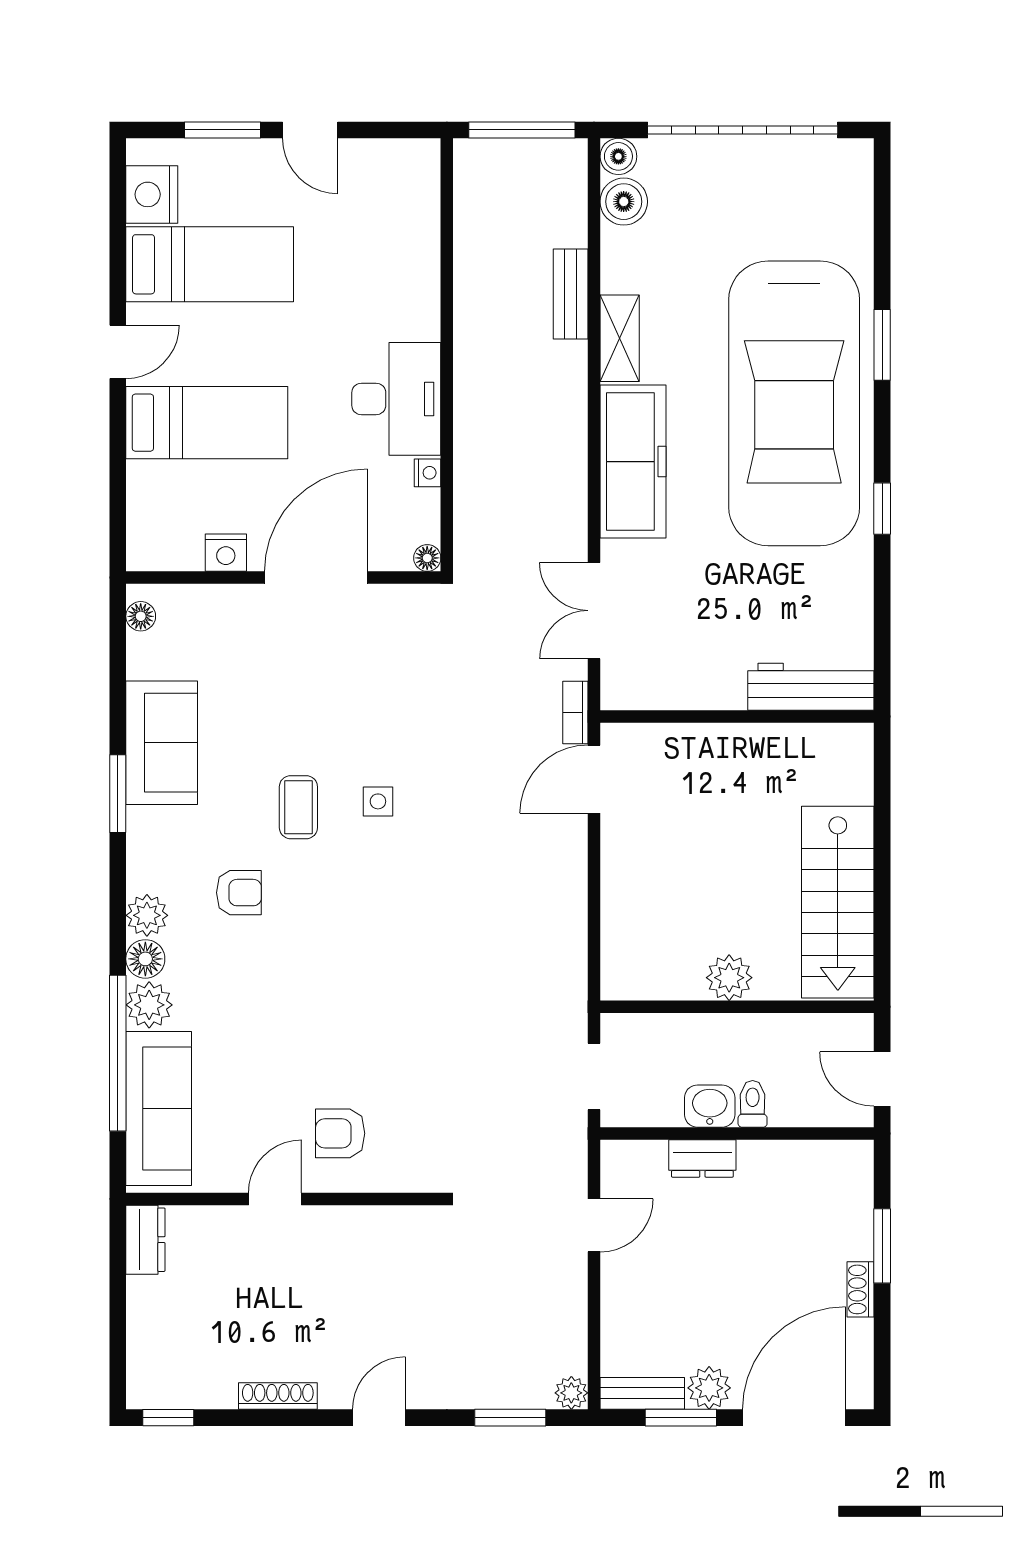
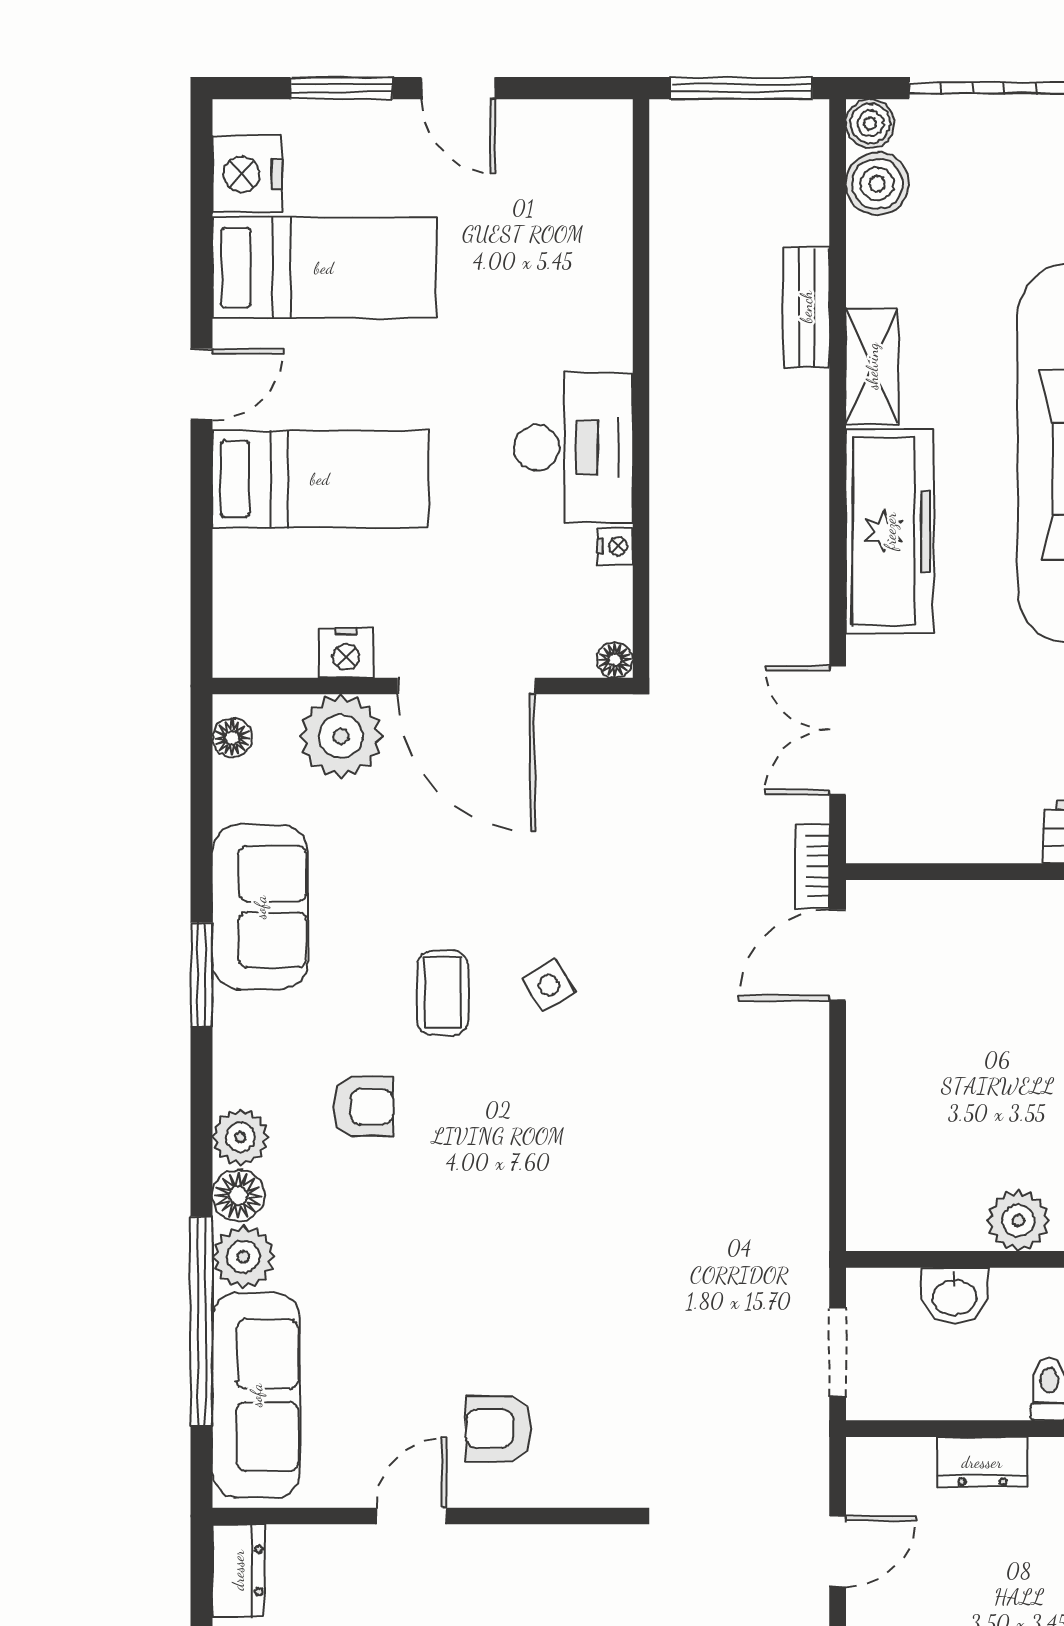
door: (316, 578) -> (466, 686), swing flipped
plant: (222, 615) -> (341, 736), added
side table: (378, 801) -> (549, 985), turned -31
washbasin: (710, 1106) -> (955, 1296), moved, turned 180

